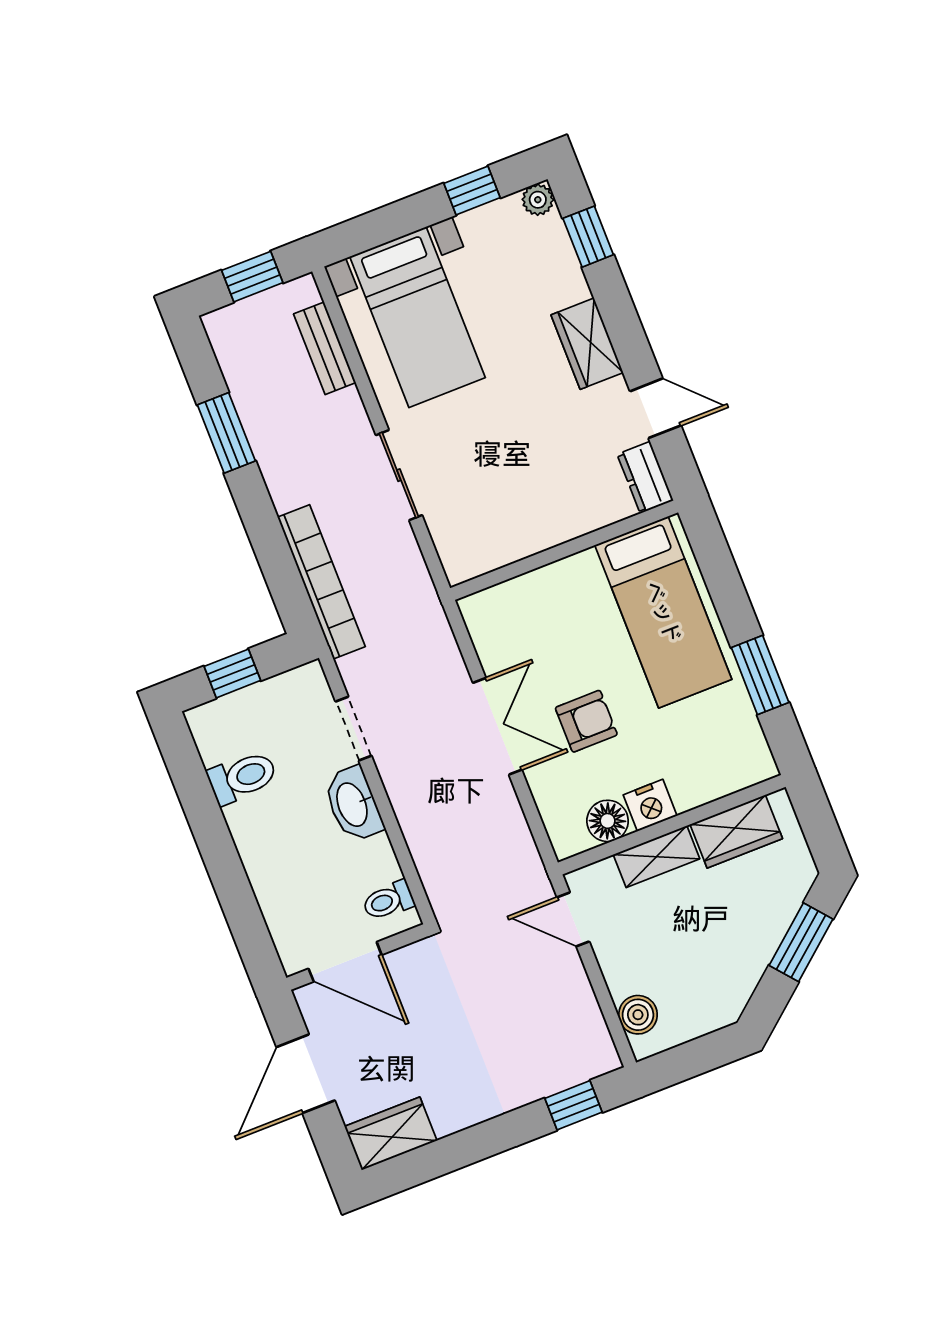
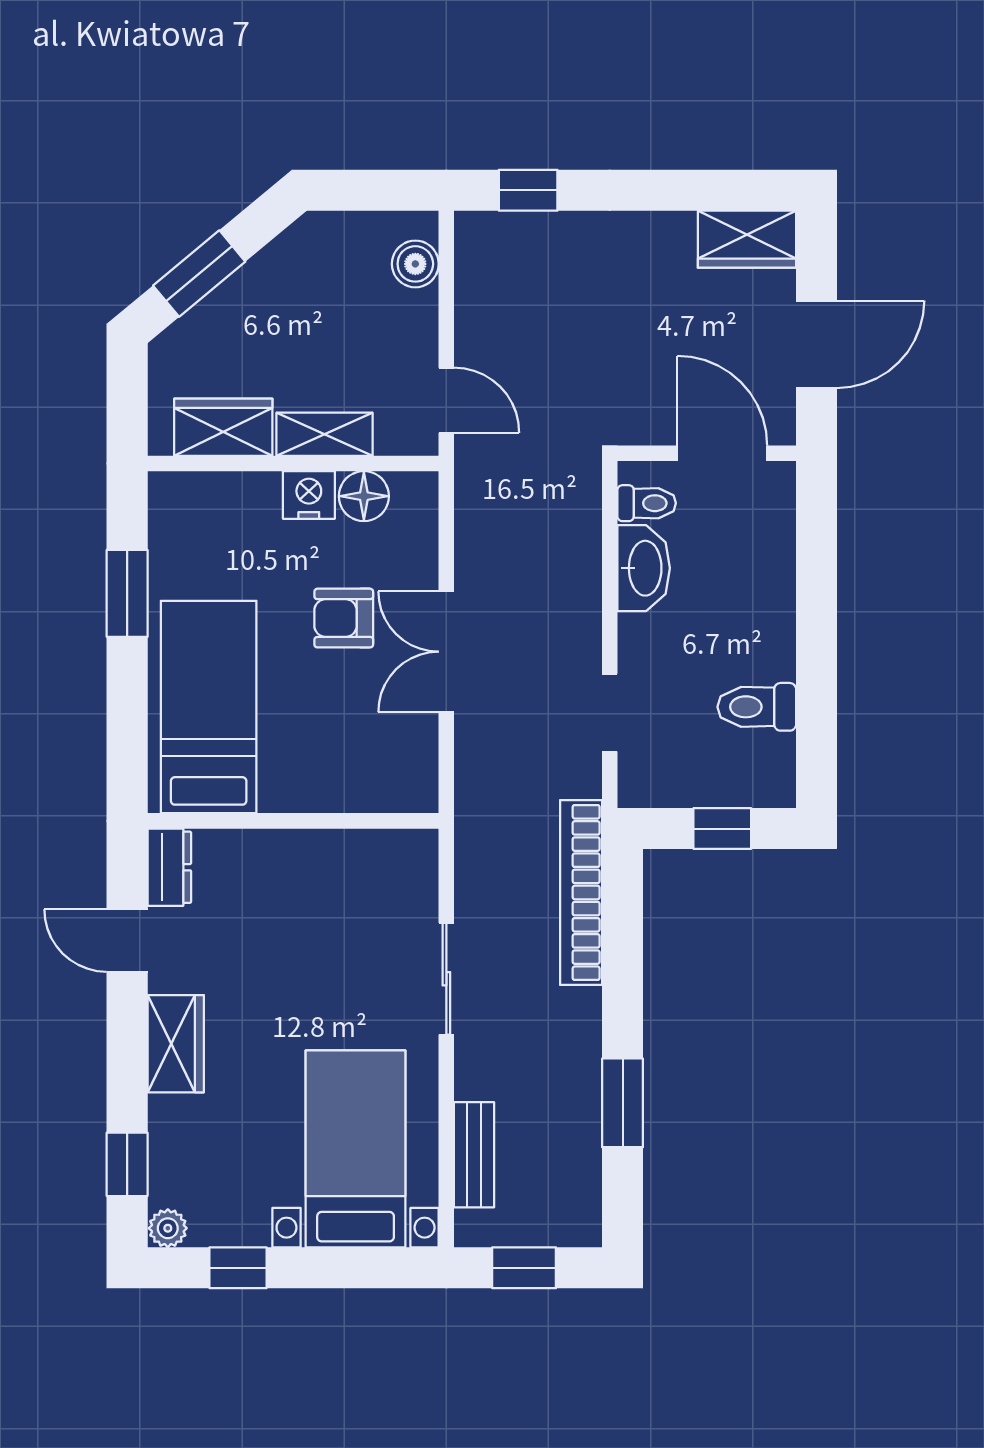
washbasin: (353, 804) -> (644, 568), moved

